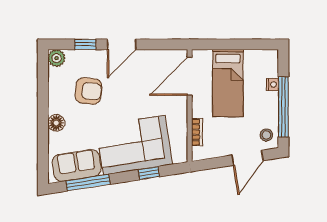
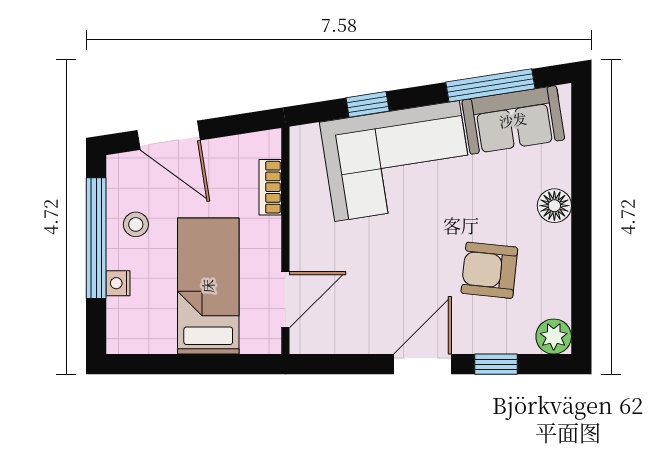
door: (190, 76) -> (285, 300), width x0.73
stool: (266, 135) -> (136, 224), moved
door: (247, 158) -> (169, 135), swing flipped

